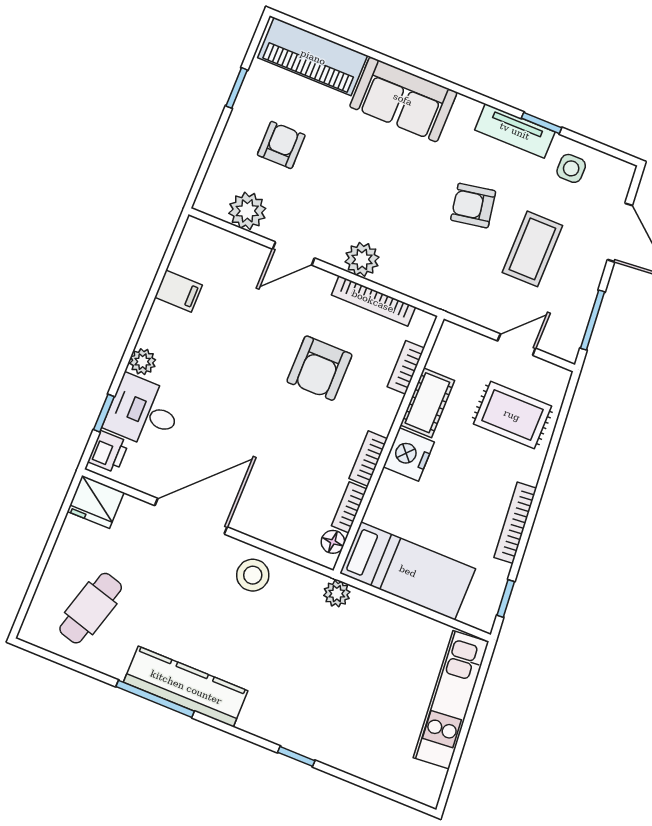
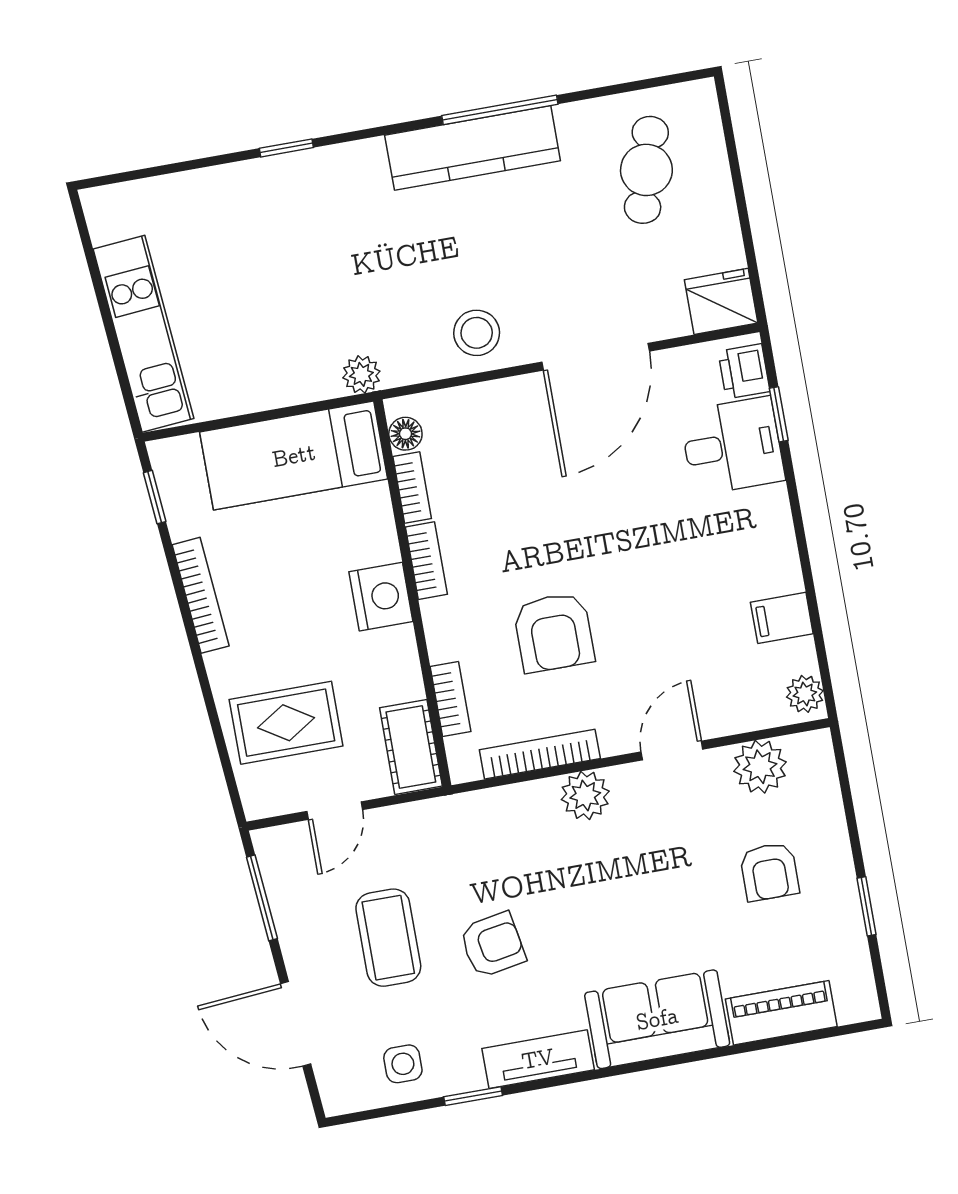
piano: (313, 57) -> (781, 1013), width x0.73, depth x0.75
tv unit: (515, 131) -> (538, 1059), moved
plant: (143, 362) -> (805, 694), moved
armchair: (319, 368) -> (554, 632), turned 180
cot: (427, 403) -> (411, 747), moved

